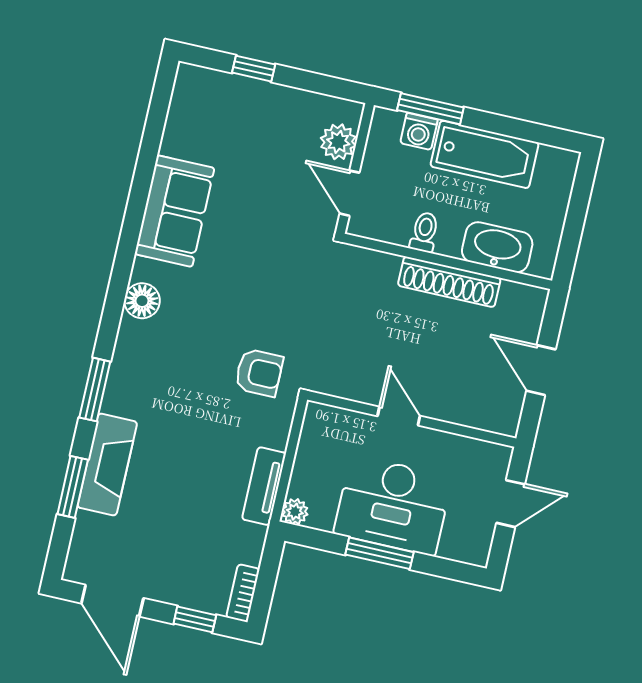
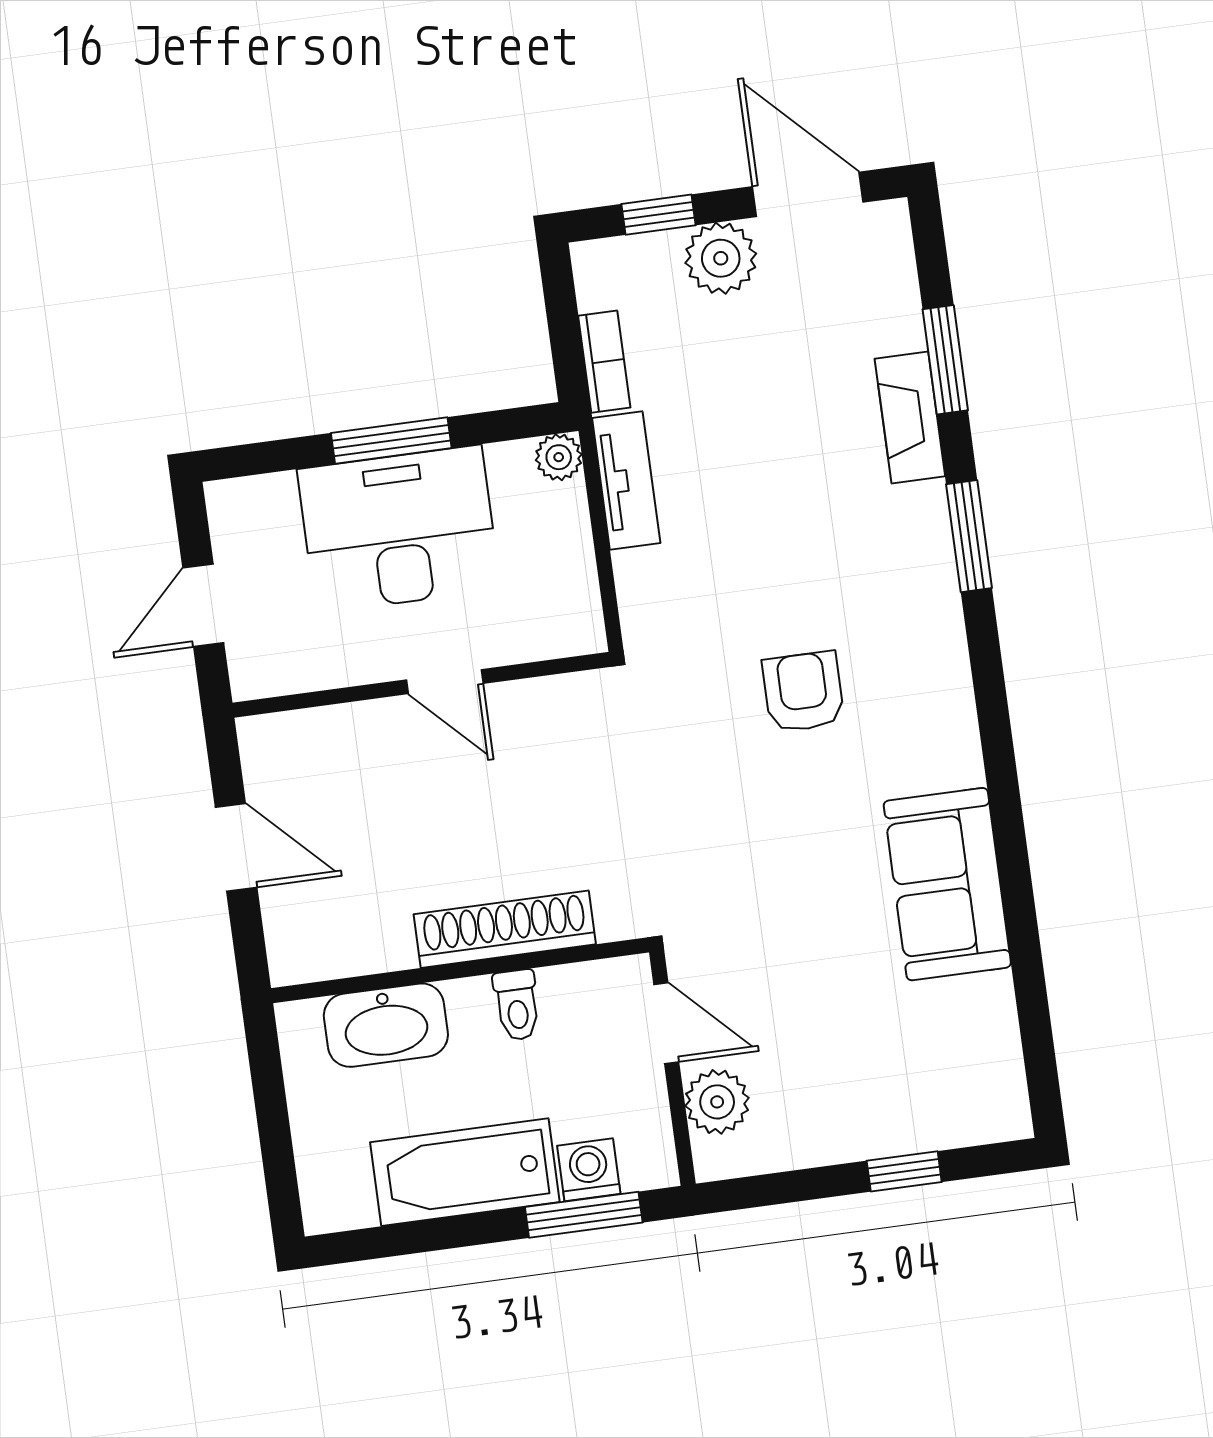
shoe rack: (449, 282) -> (505, 929), moved
floor lamp: (142, 301) -> (946, 714), removed
armchair: (259, 373) -> (803, 692), moved, turned 90
fireplace: (107, 465) -> (910, 417), width x0.73, depth x0.76
plant: (171, 584) -> (721, 258), added
bookcase: (243, 593) -> (604, 362), moved

